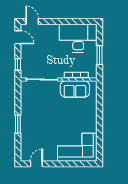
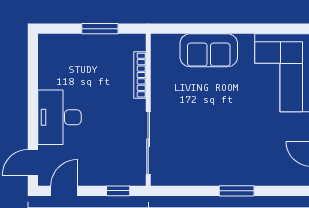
desk: (78, 38) -> (59, 117), moved, width x0.73, depth x0.77
sofa: (75, 89) -> (209, 50), moved, turned 90

